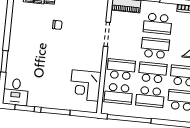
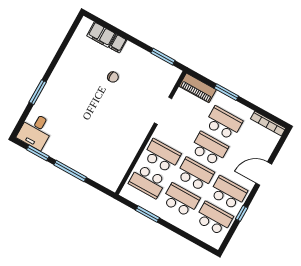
school desk: (158, 24) -> (224, 123), turned 180
corner desk: (85, 85) -> (115, 157), removed
school desk: (150, 97) -> (181, 200), turned 180
window: (129, 119) -> (148, 214), width x0.47

